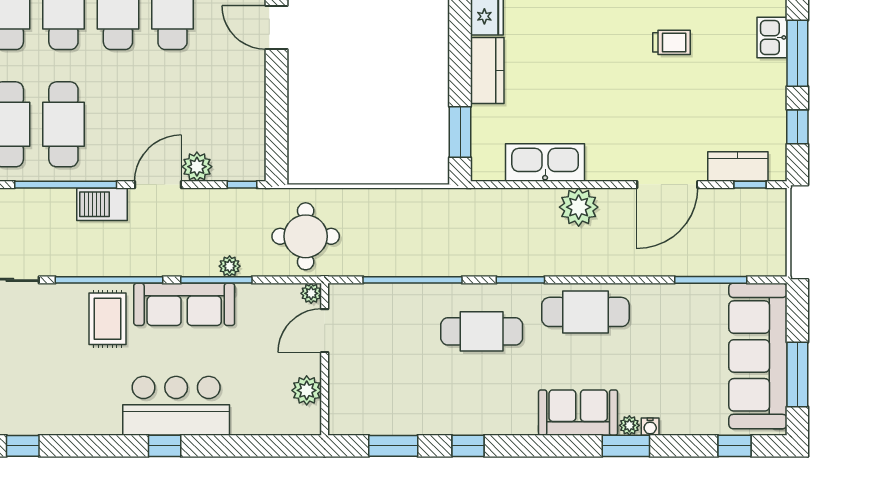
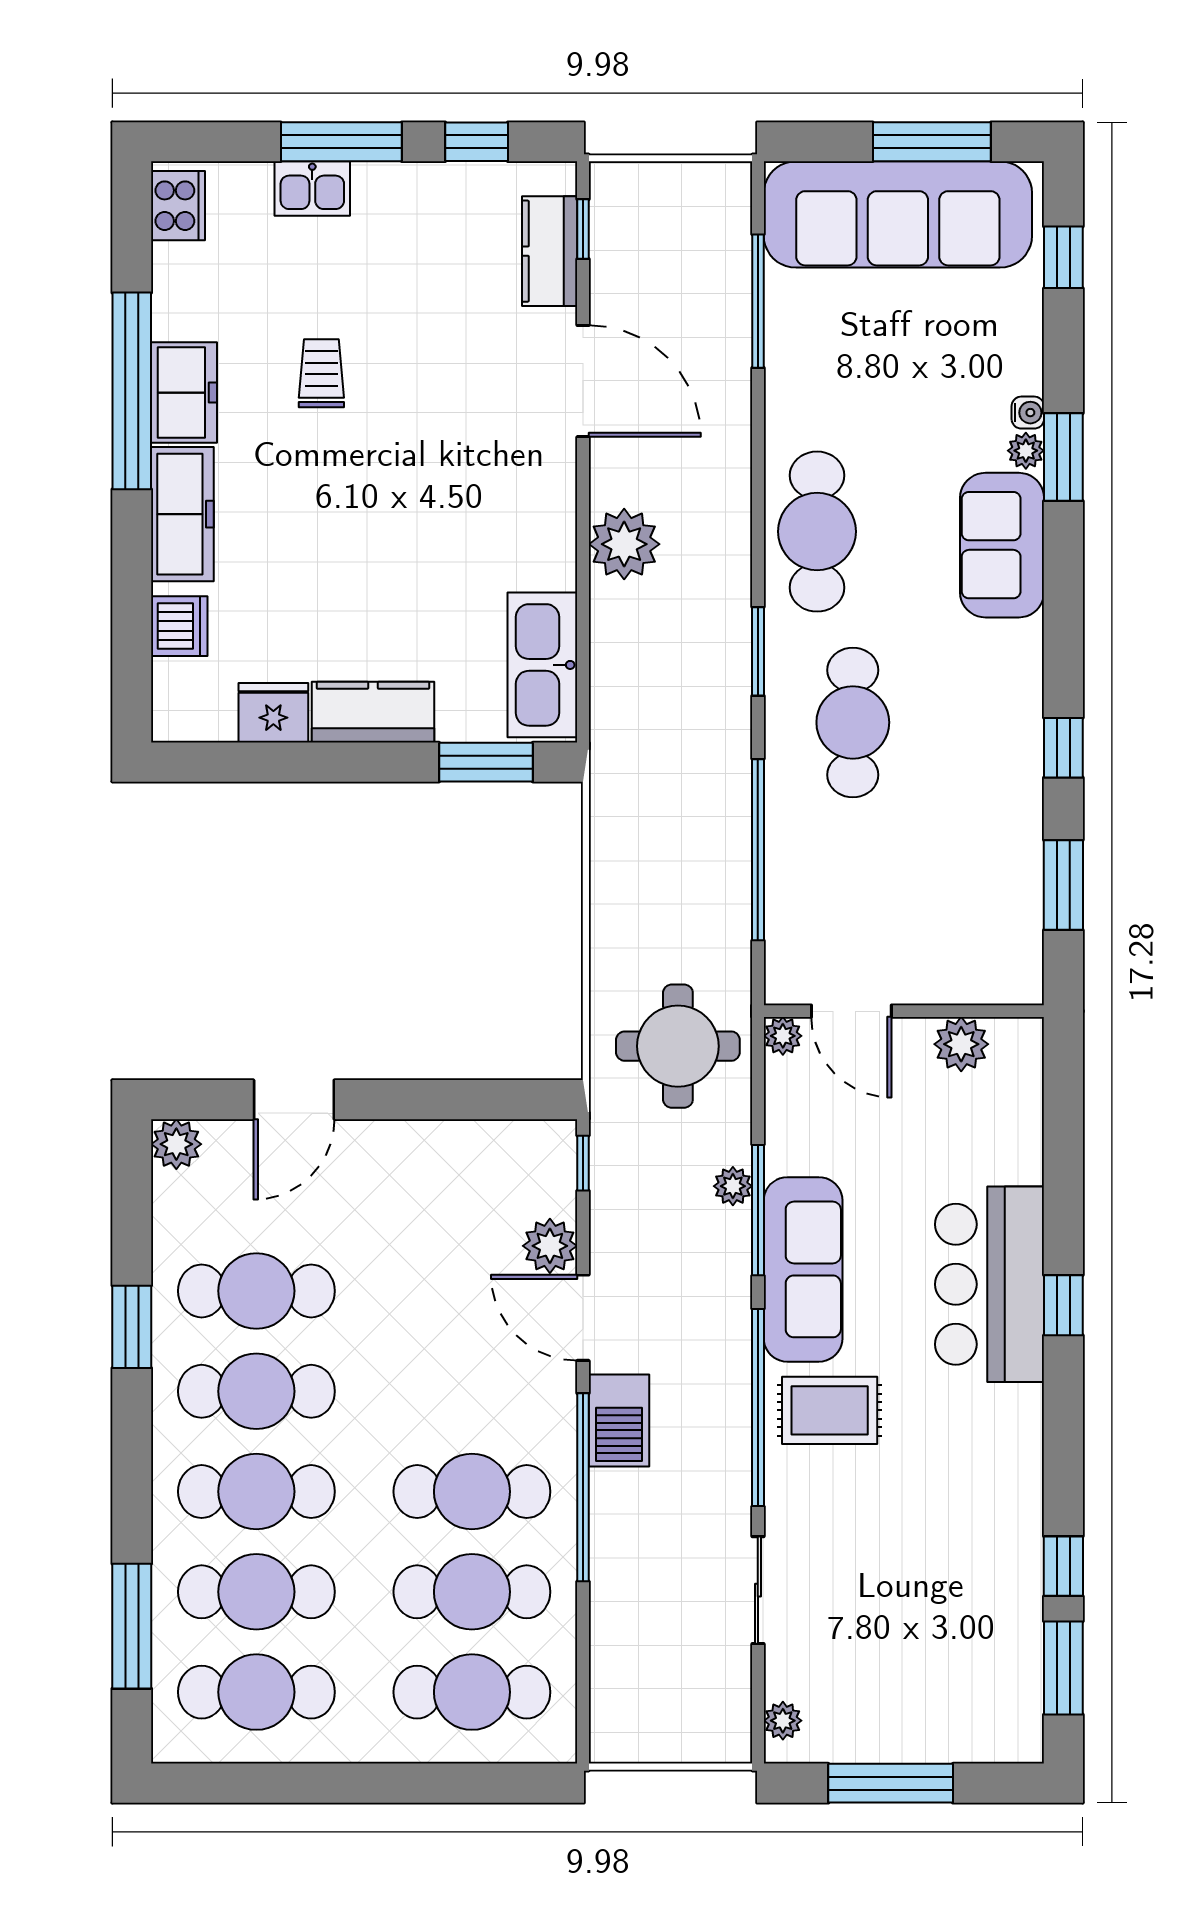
kitchen sink: (545, 163) -> (542, 665), moved

